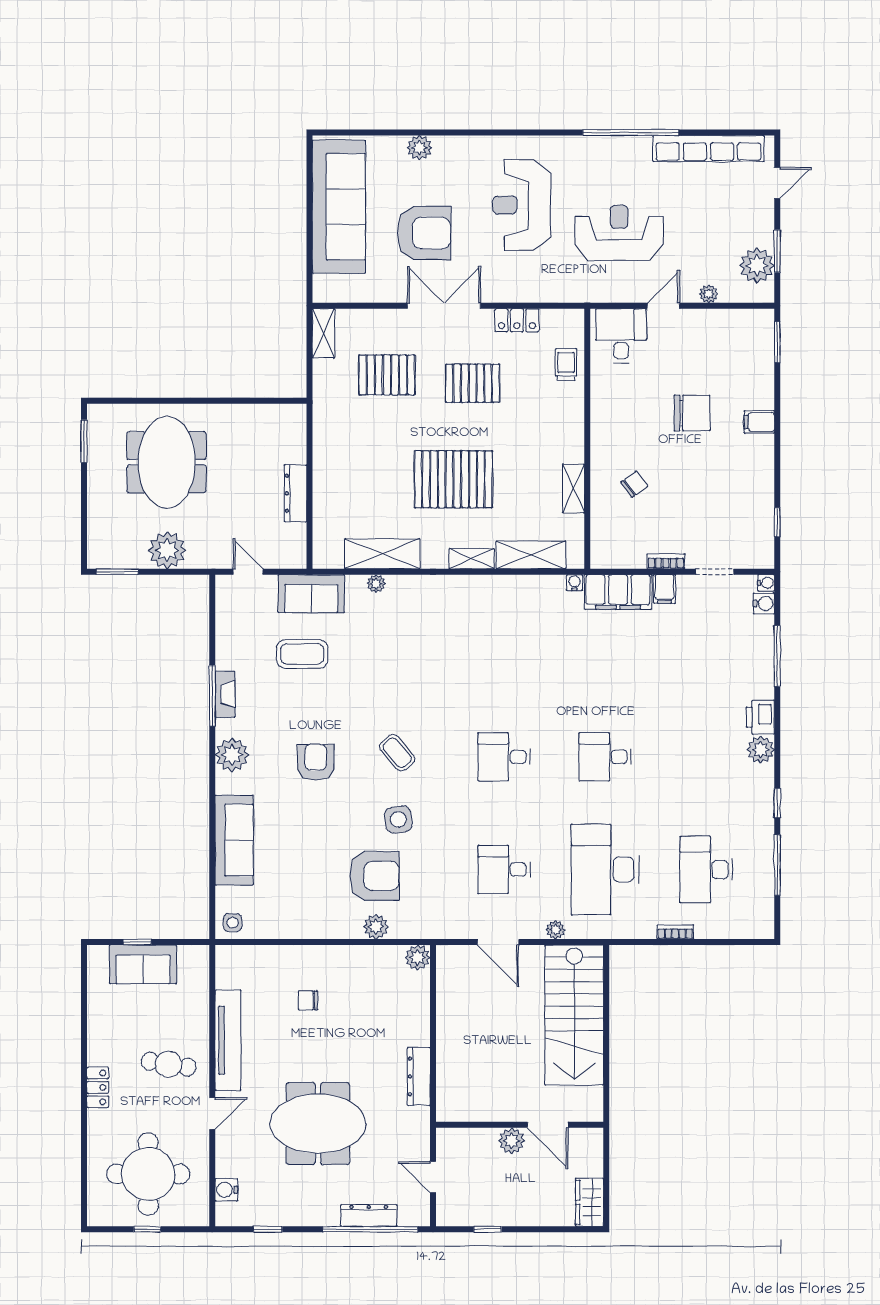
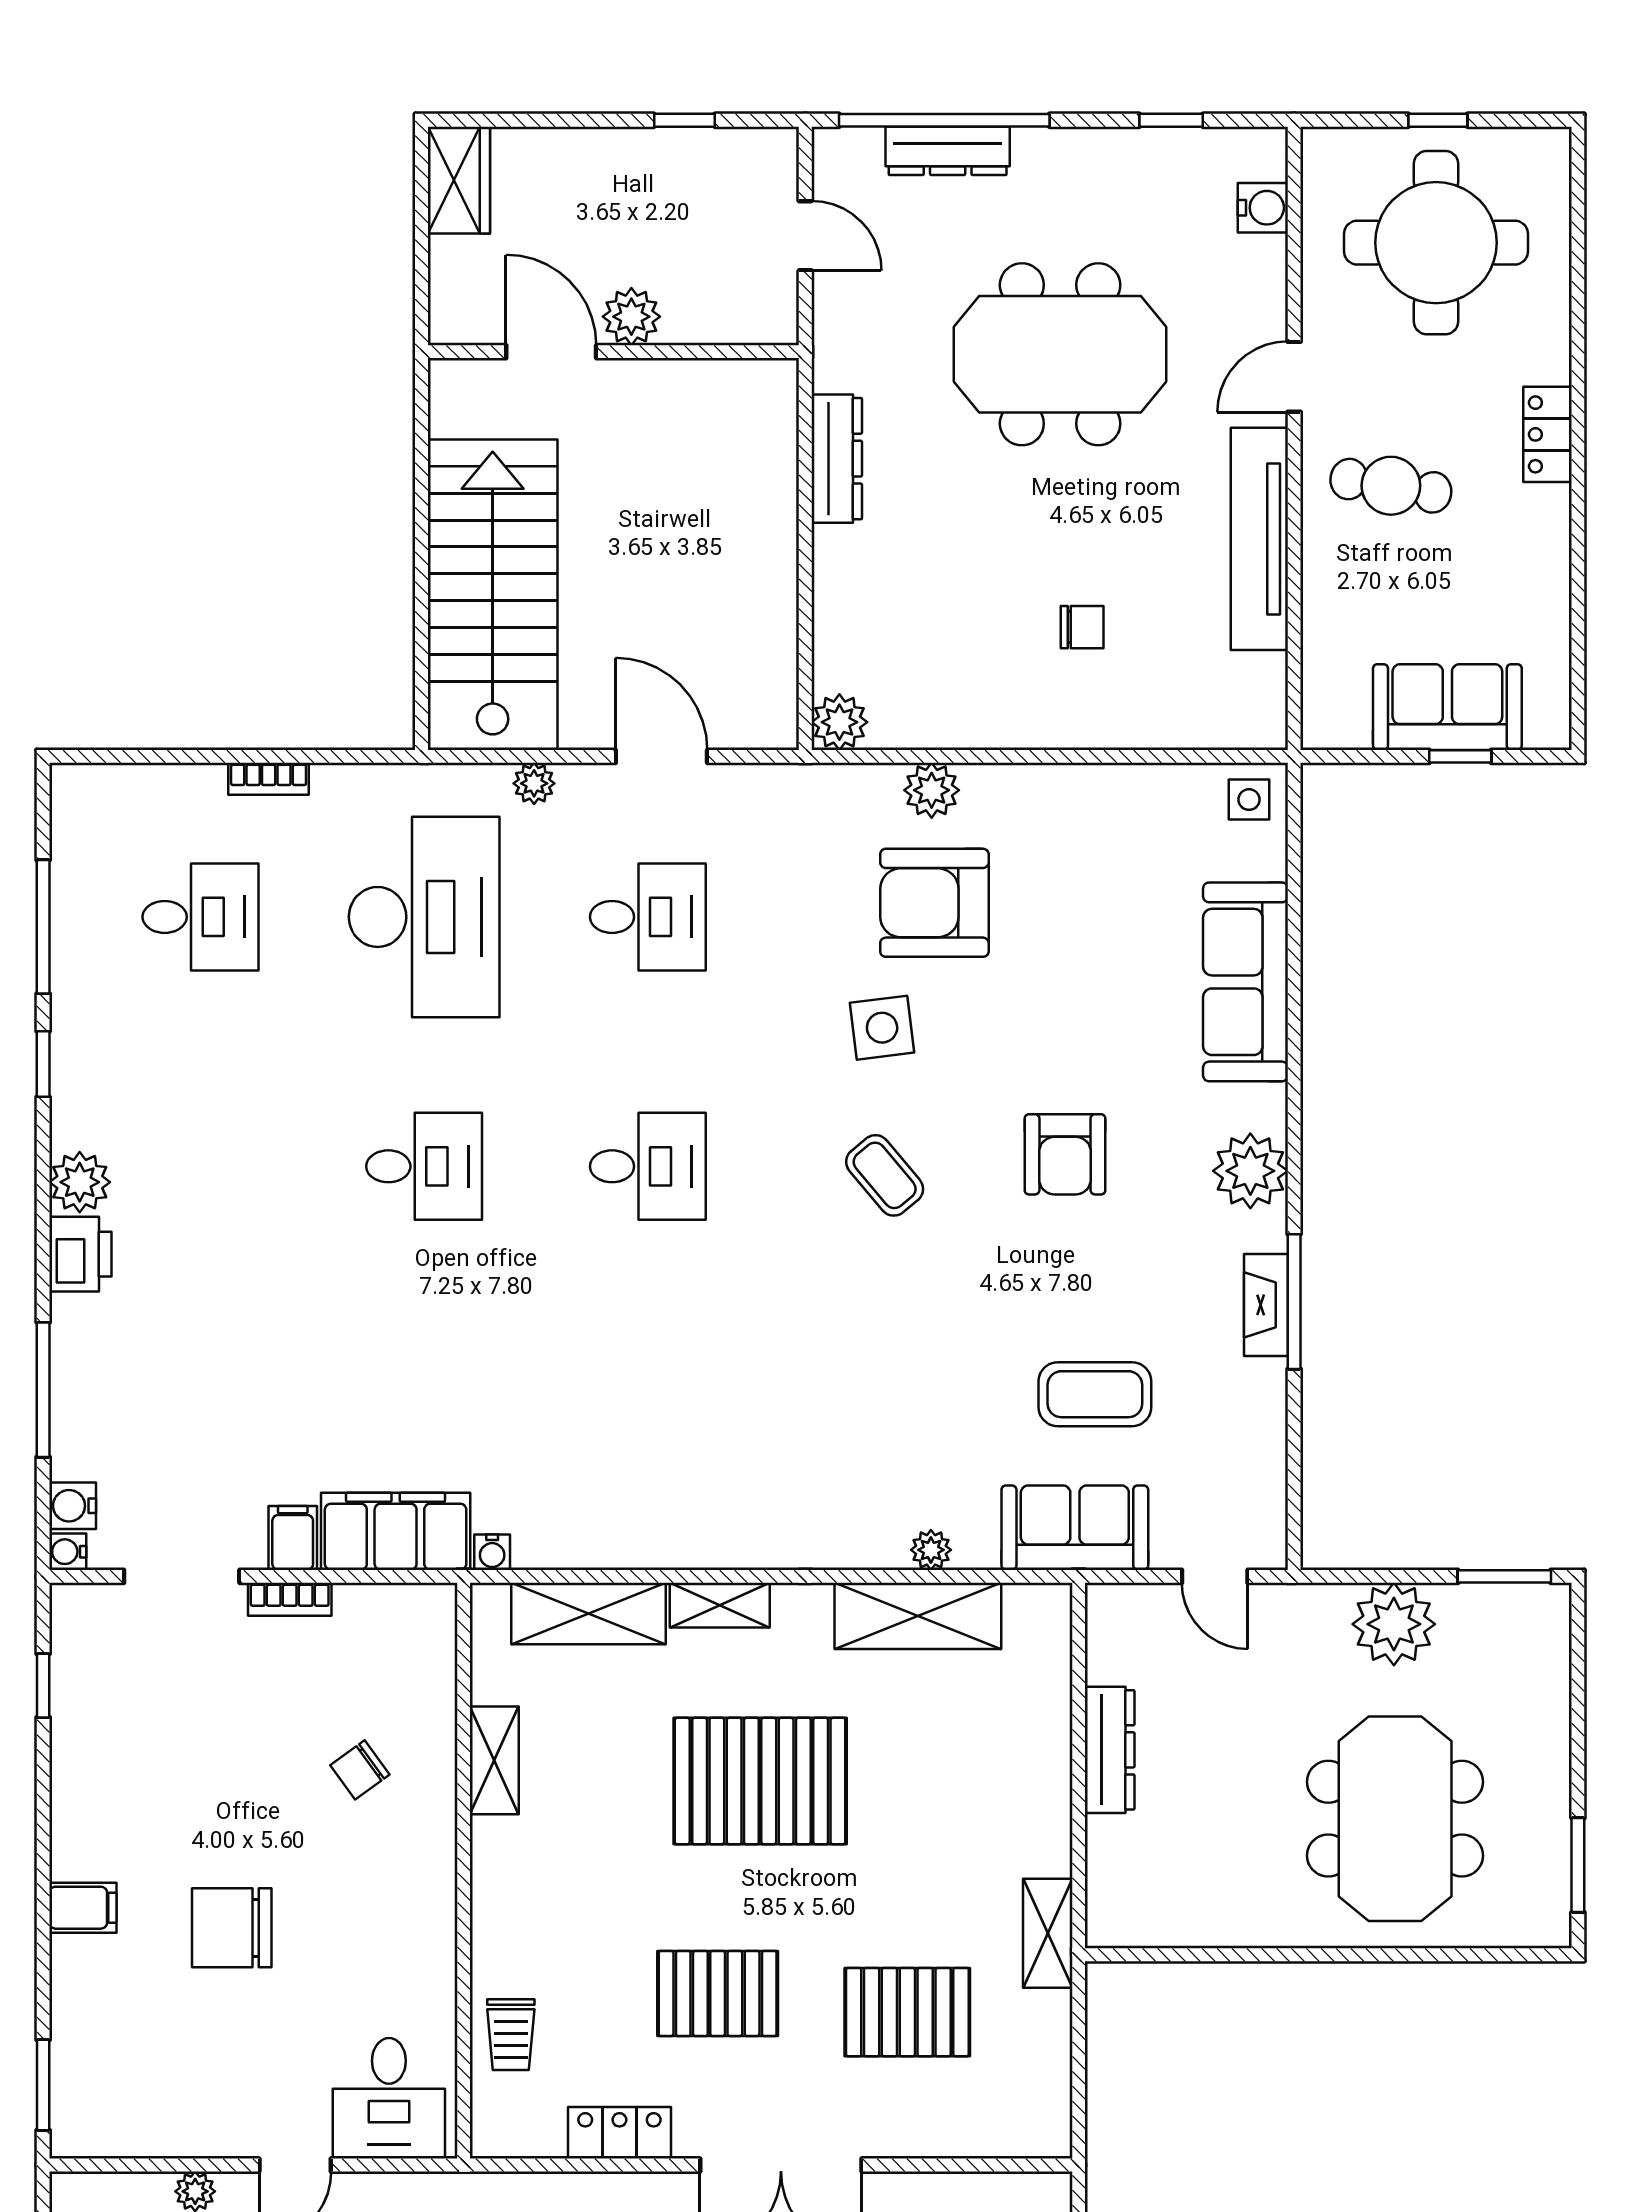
shelving: (323, 333) -> (1048, 1933), moved
doorway: (715, 572) -> (182, 1576), width x1.38
desk: (706, 869) -> (200, 917), width x0.73

